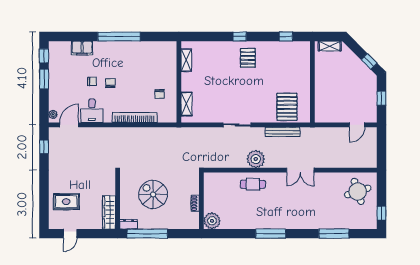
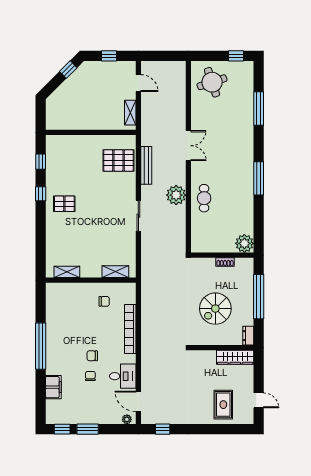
window: (240, 37) -> (41, 194), moved
shelving: (330, 46) -> (130, 113), moved
window: (147, 234) -> (259, 297), moved

